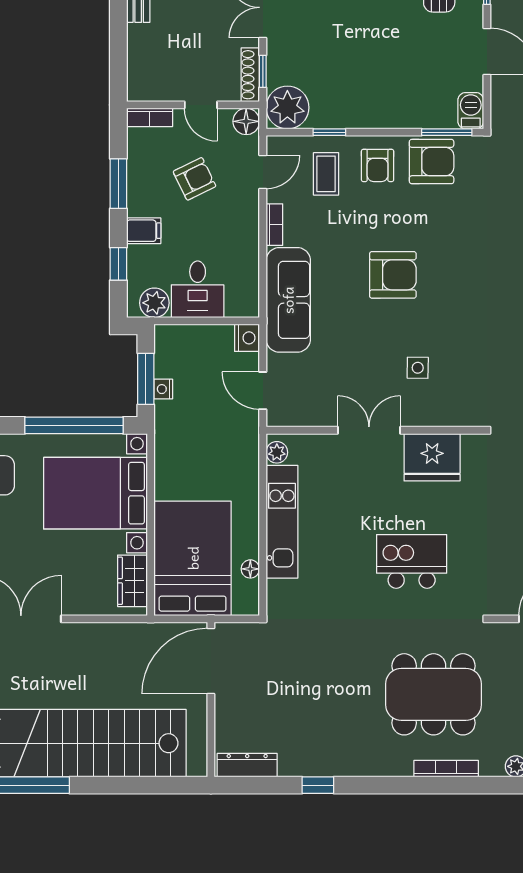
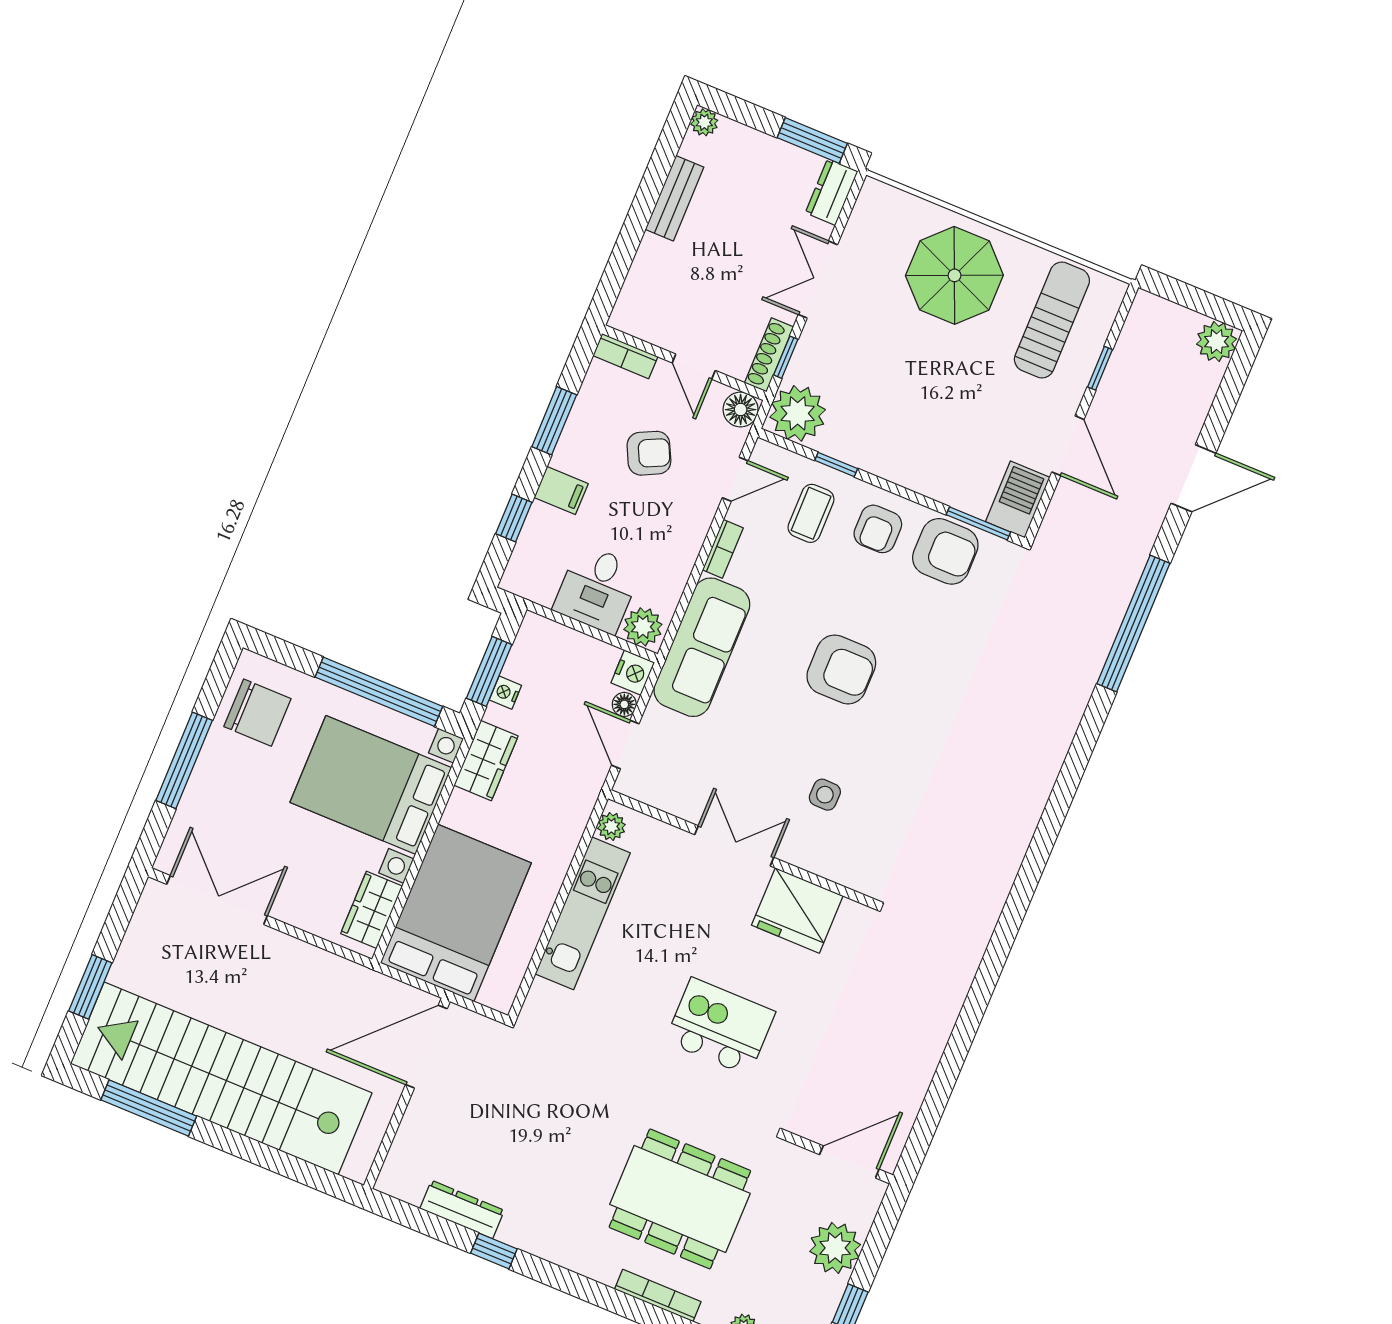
barbecue: (471, 111) -> (1018, 499), width x1.38, depth x1.27
plant: (154, 303) -> (643, 627), moved
wardrobe: (169, 443) -> (486, 761), added
floor lamp: (250, 569) -> (624, 704), moved
dresser: (247, 765) -> (462, 1209), moved

